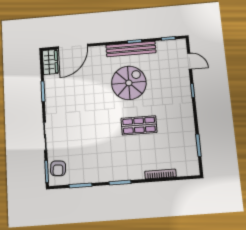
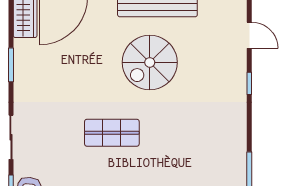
spiral stairs: (129, 83) -> (150, 62), turned 180
shop shelf: (139, 125) -> (112, 133), moved

